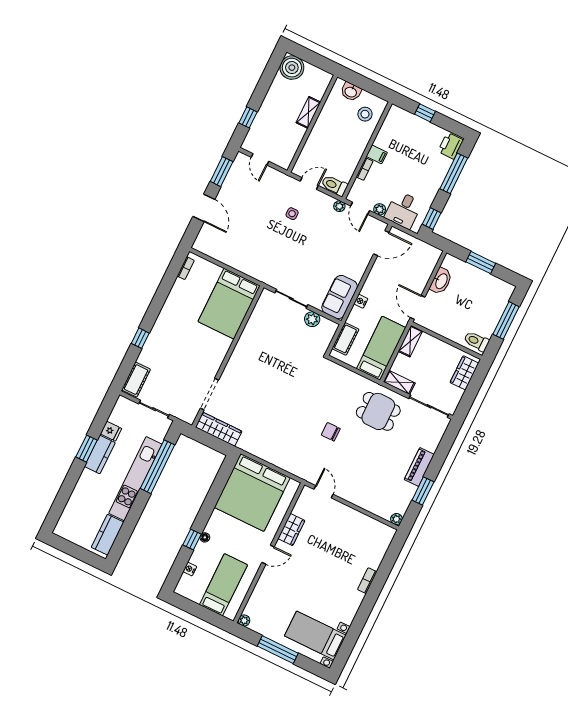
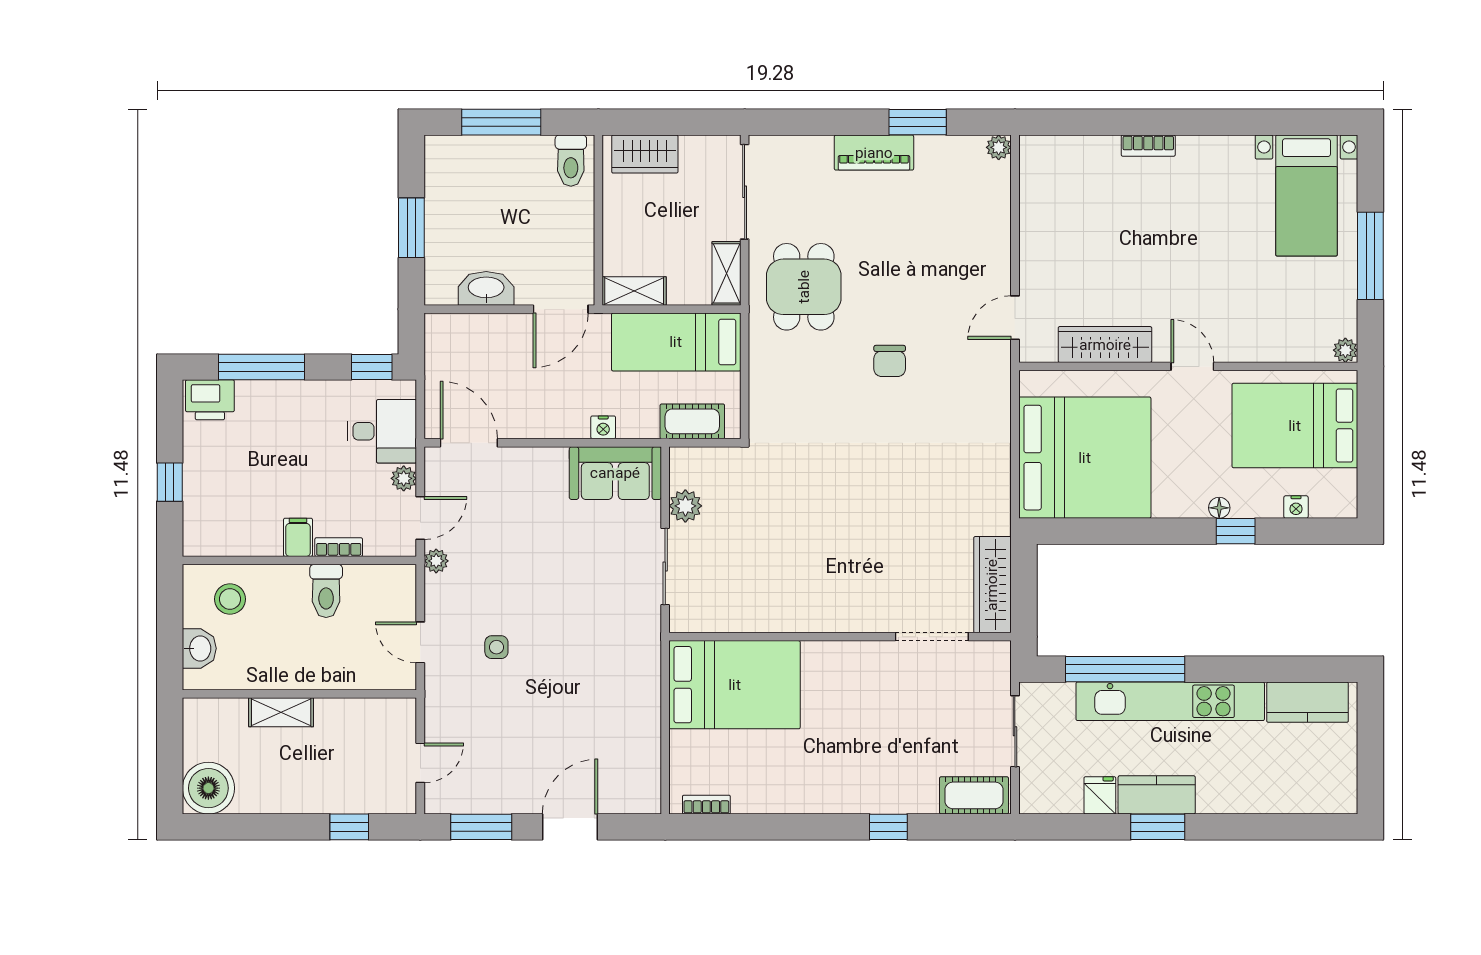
toilet: (334, 185) -> (326, 591), moved
wardrobe: (291, 530) -> (1105, 345), width x1.50
bed: (223, 585) -> (1295, 426), width x1.50

